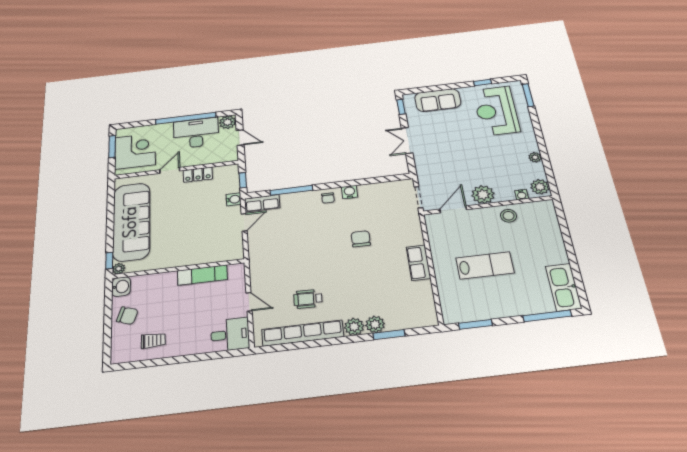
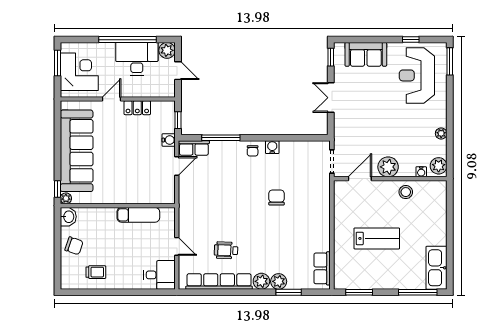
row of seats: (418, 263) -> (322, 268), moved

